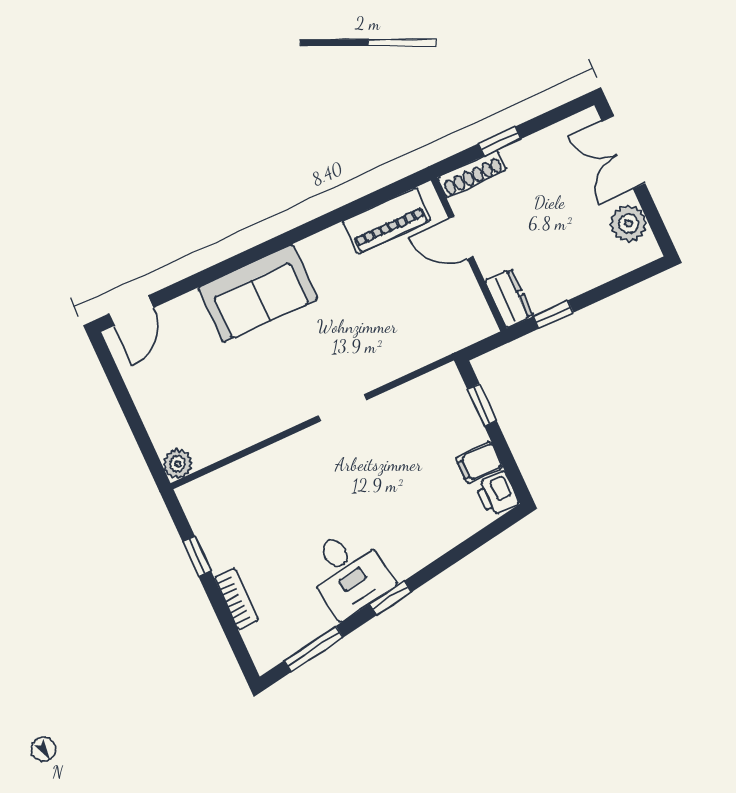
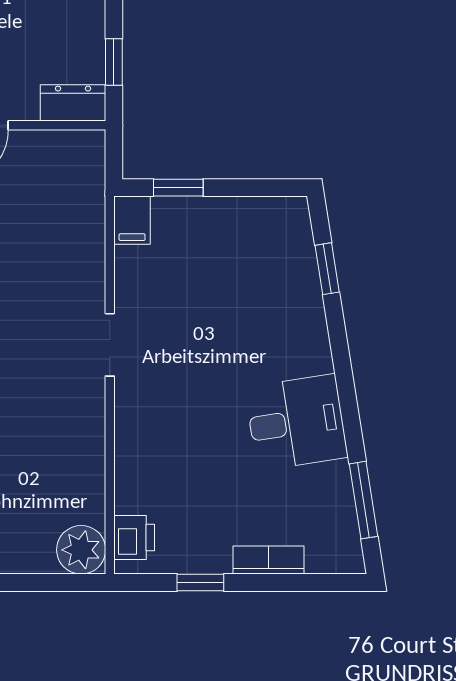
filing cabinet: (479, 463) -> (132, 220), moved
plant: (178, 464) -> (81, 550), width x1.38, depth x1.38
printer: (497, 494) -> (134, 538), moved, turned -90
window: (390, 598) -> (327, 269), moved

